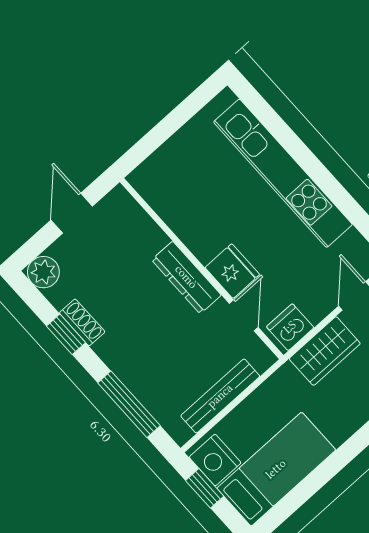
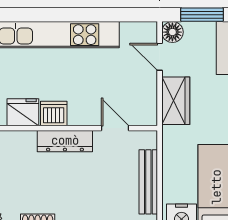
fridge: (232, 271) -> (23, 112), moved
dishwasher: (290, 327) -> (54, 114), moved, turned 90

